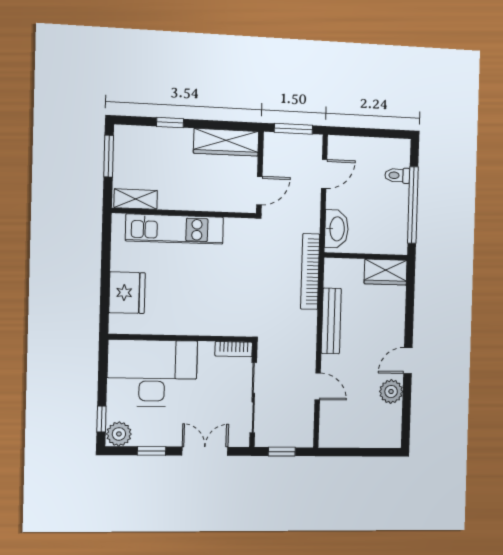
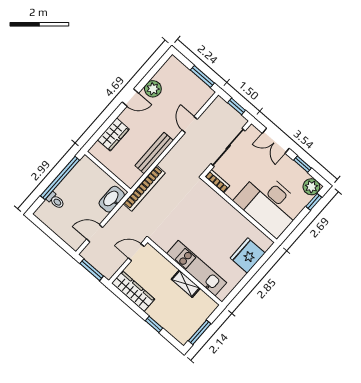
shelving: (136, 199) -> (186, 284), moved
wardrobe: (386, 272) -> (113, 134), moved, turned 90
window: (348, 452) -> (202, 77), added

